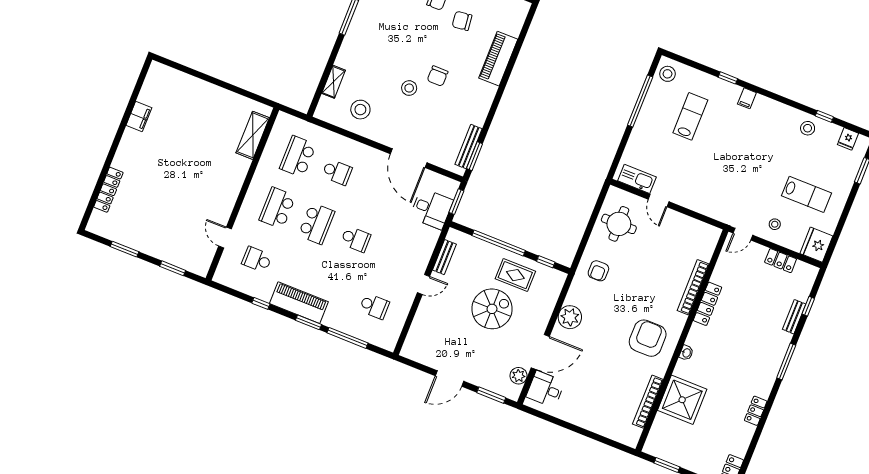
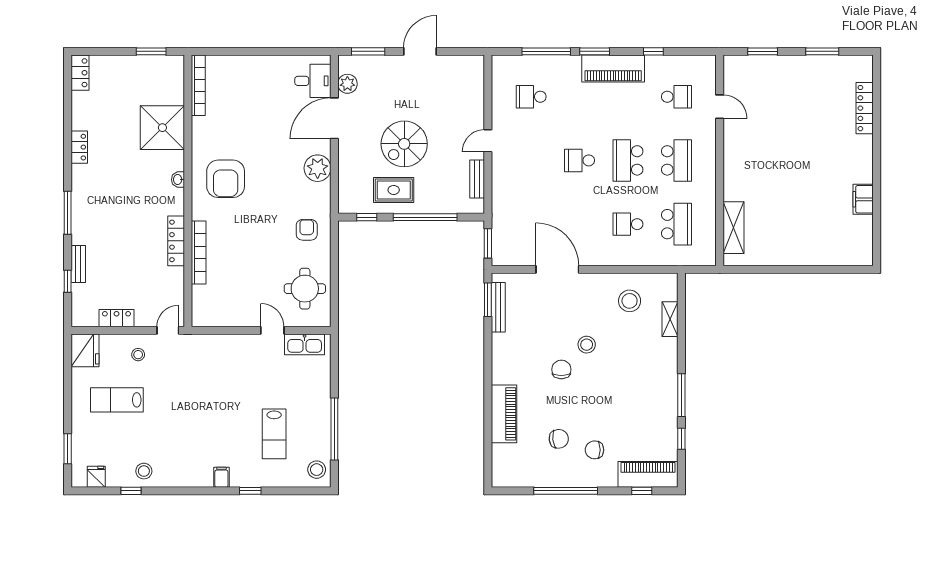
desk: (431, 209) -> (512, 225), removed
bookcase: (648, 402) -> (198, 85), moved

